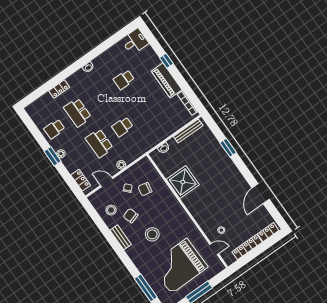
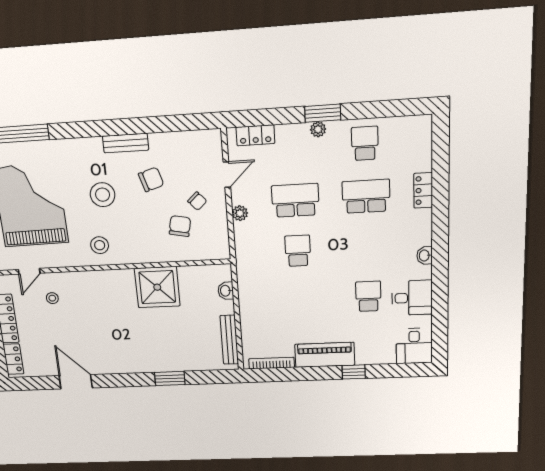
desk: (112, 59) -> (412, 298), added
stool: (111, 210) -> (100, 245), moved

